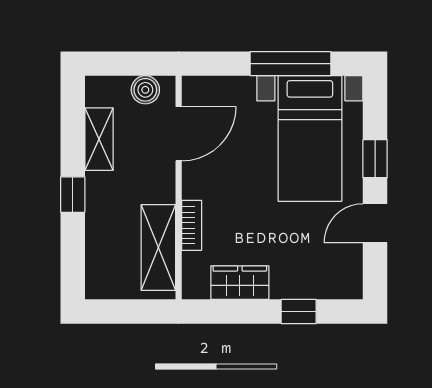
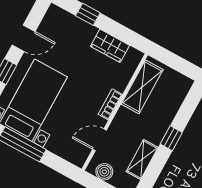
door: (179, 134) -> (100, 140), width x0.73
bookcase: (192, 225) -> (110, 104), moved

